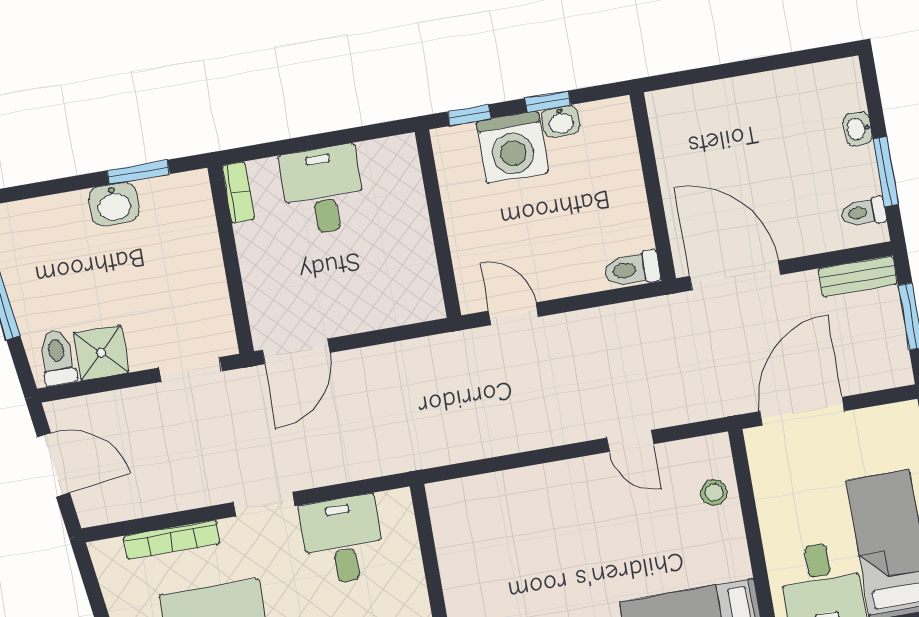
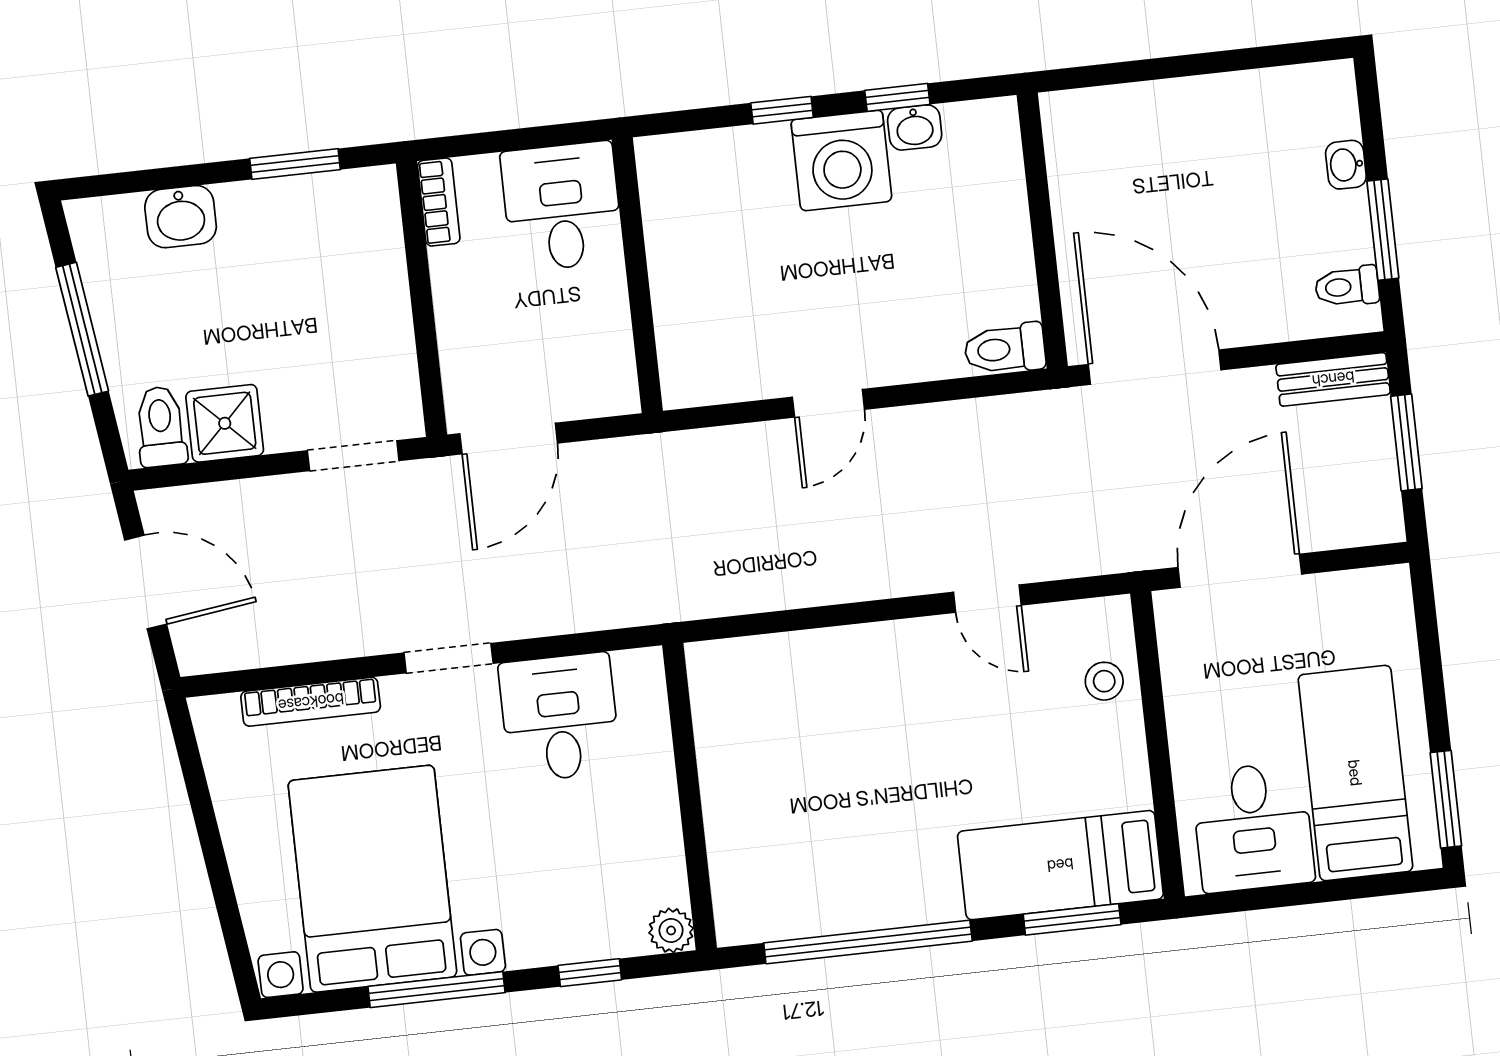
washbasin: (114, 204) -> (181, 217), moved
wall: (438, 224) -> (637, 275), moved
door: (513, 314) -> (828, 403), swing flipped

